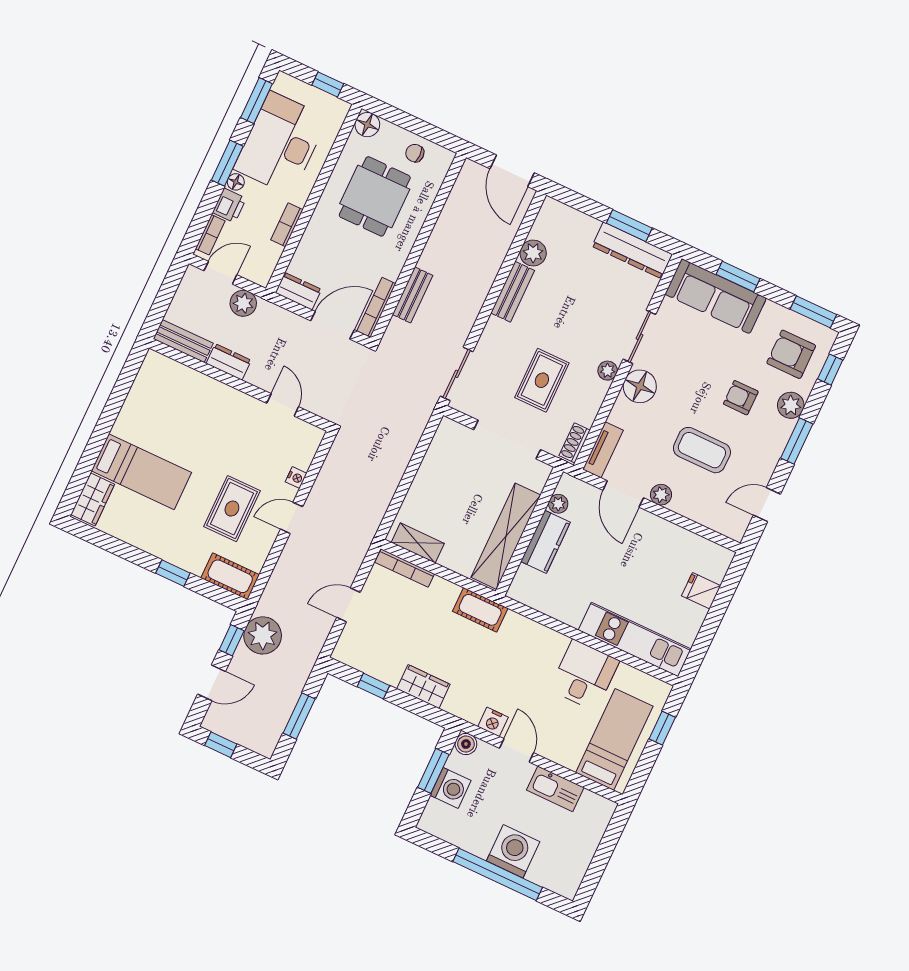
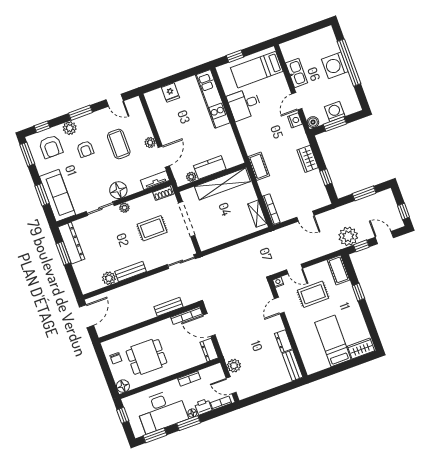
bench: (183, 341) -> (293, 365), moved
dresser: (229, 362) -> (283, 341), moved
wall: (240, 385) -> (288, 329), moved
door: (283, 405) -> (279, 306), moved

